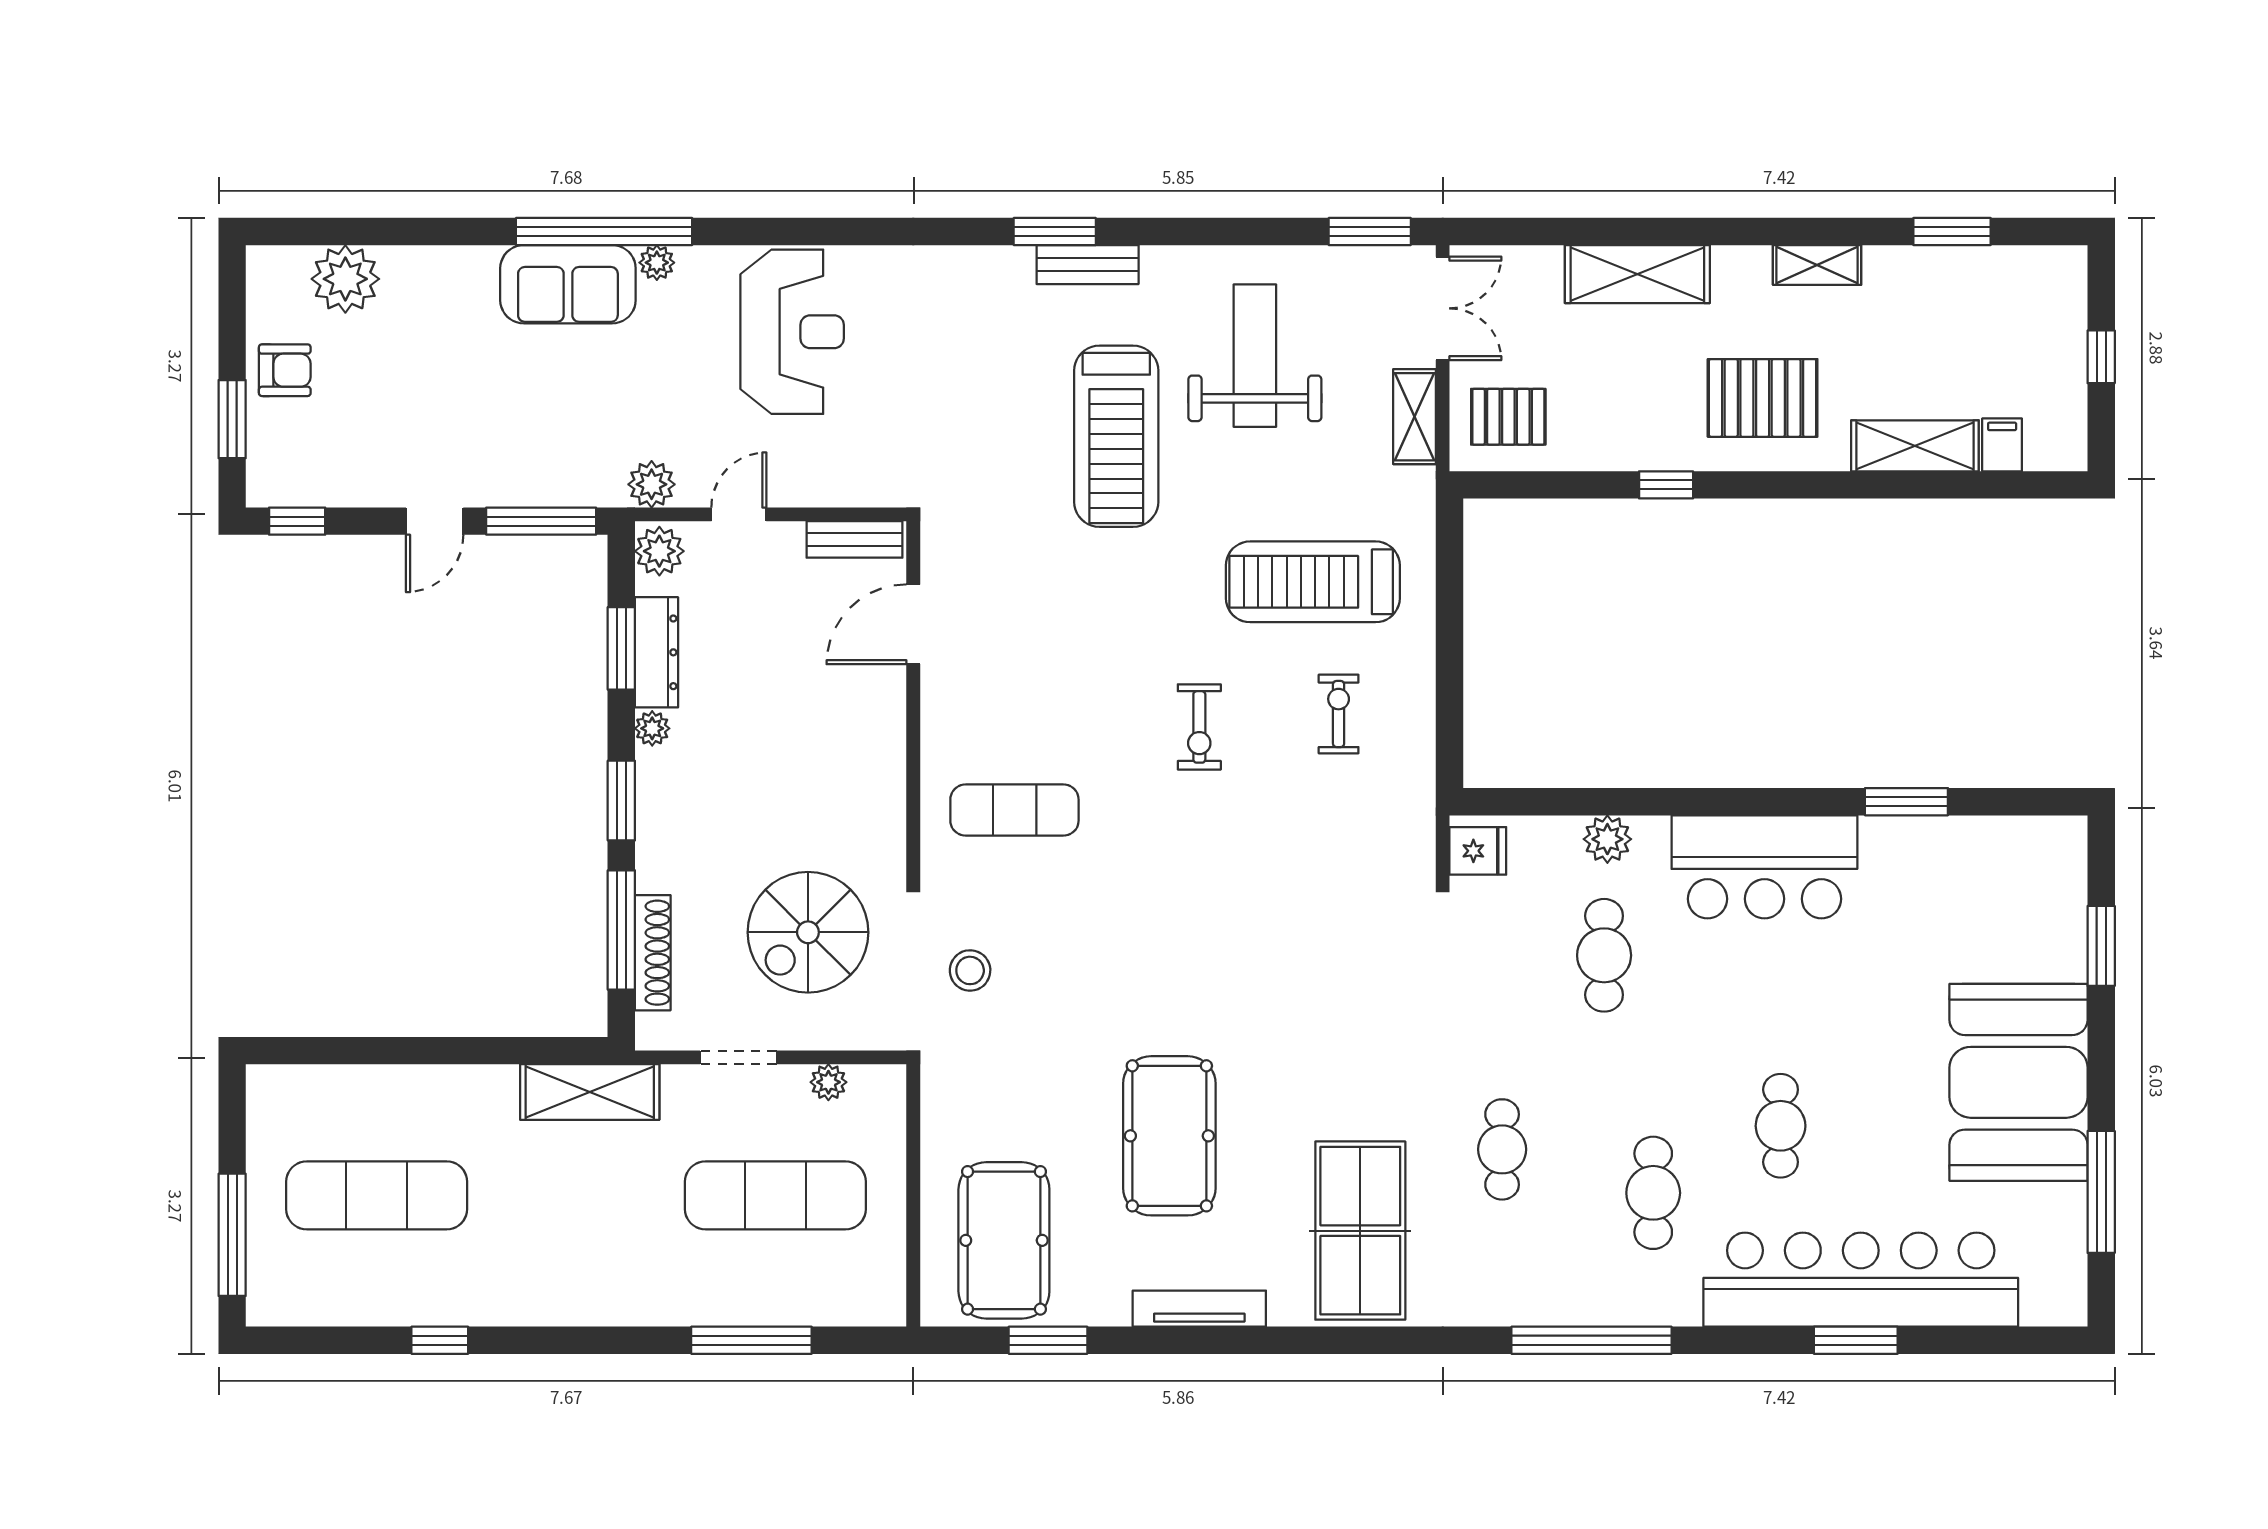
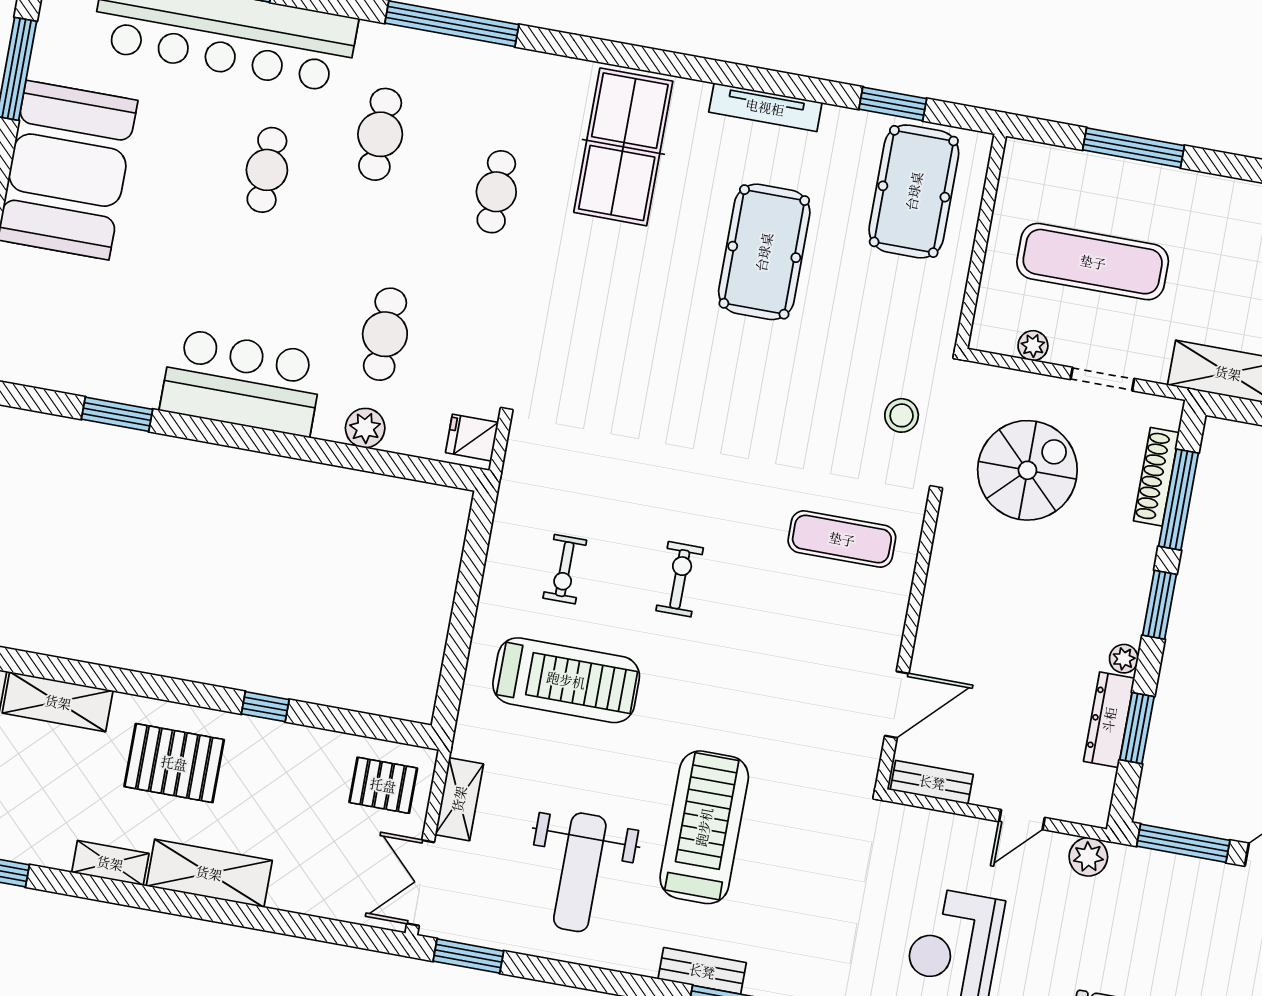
shelving: (1637, 274) -> (209, 873), moved
plant: (659, 551) -> (1092, 801), removed

